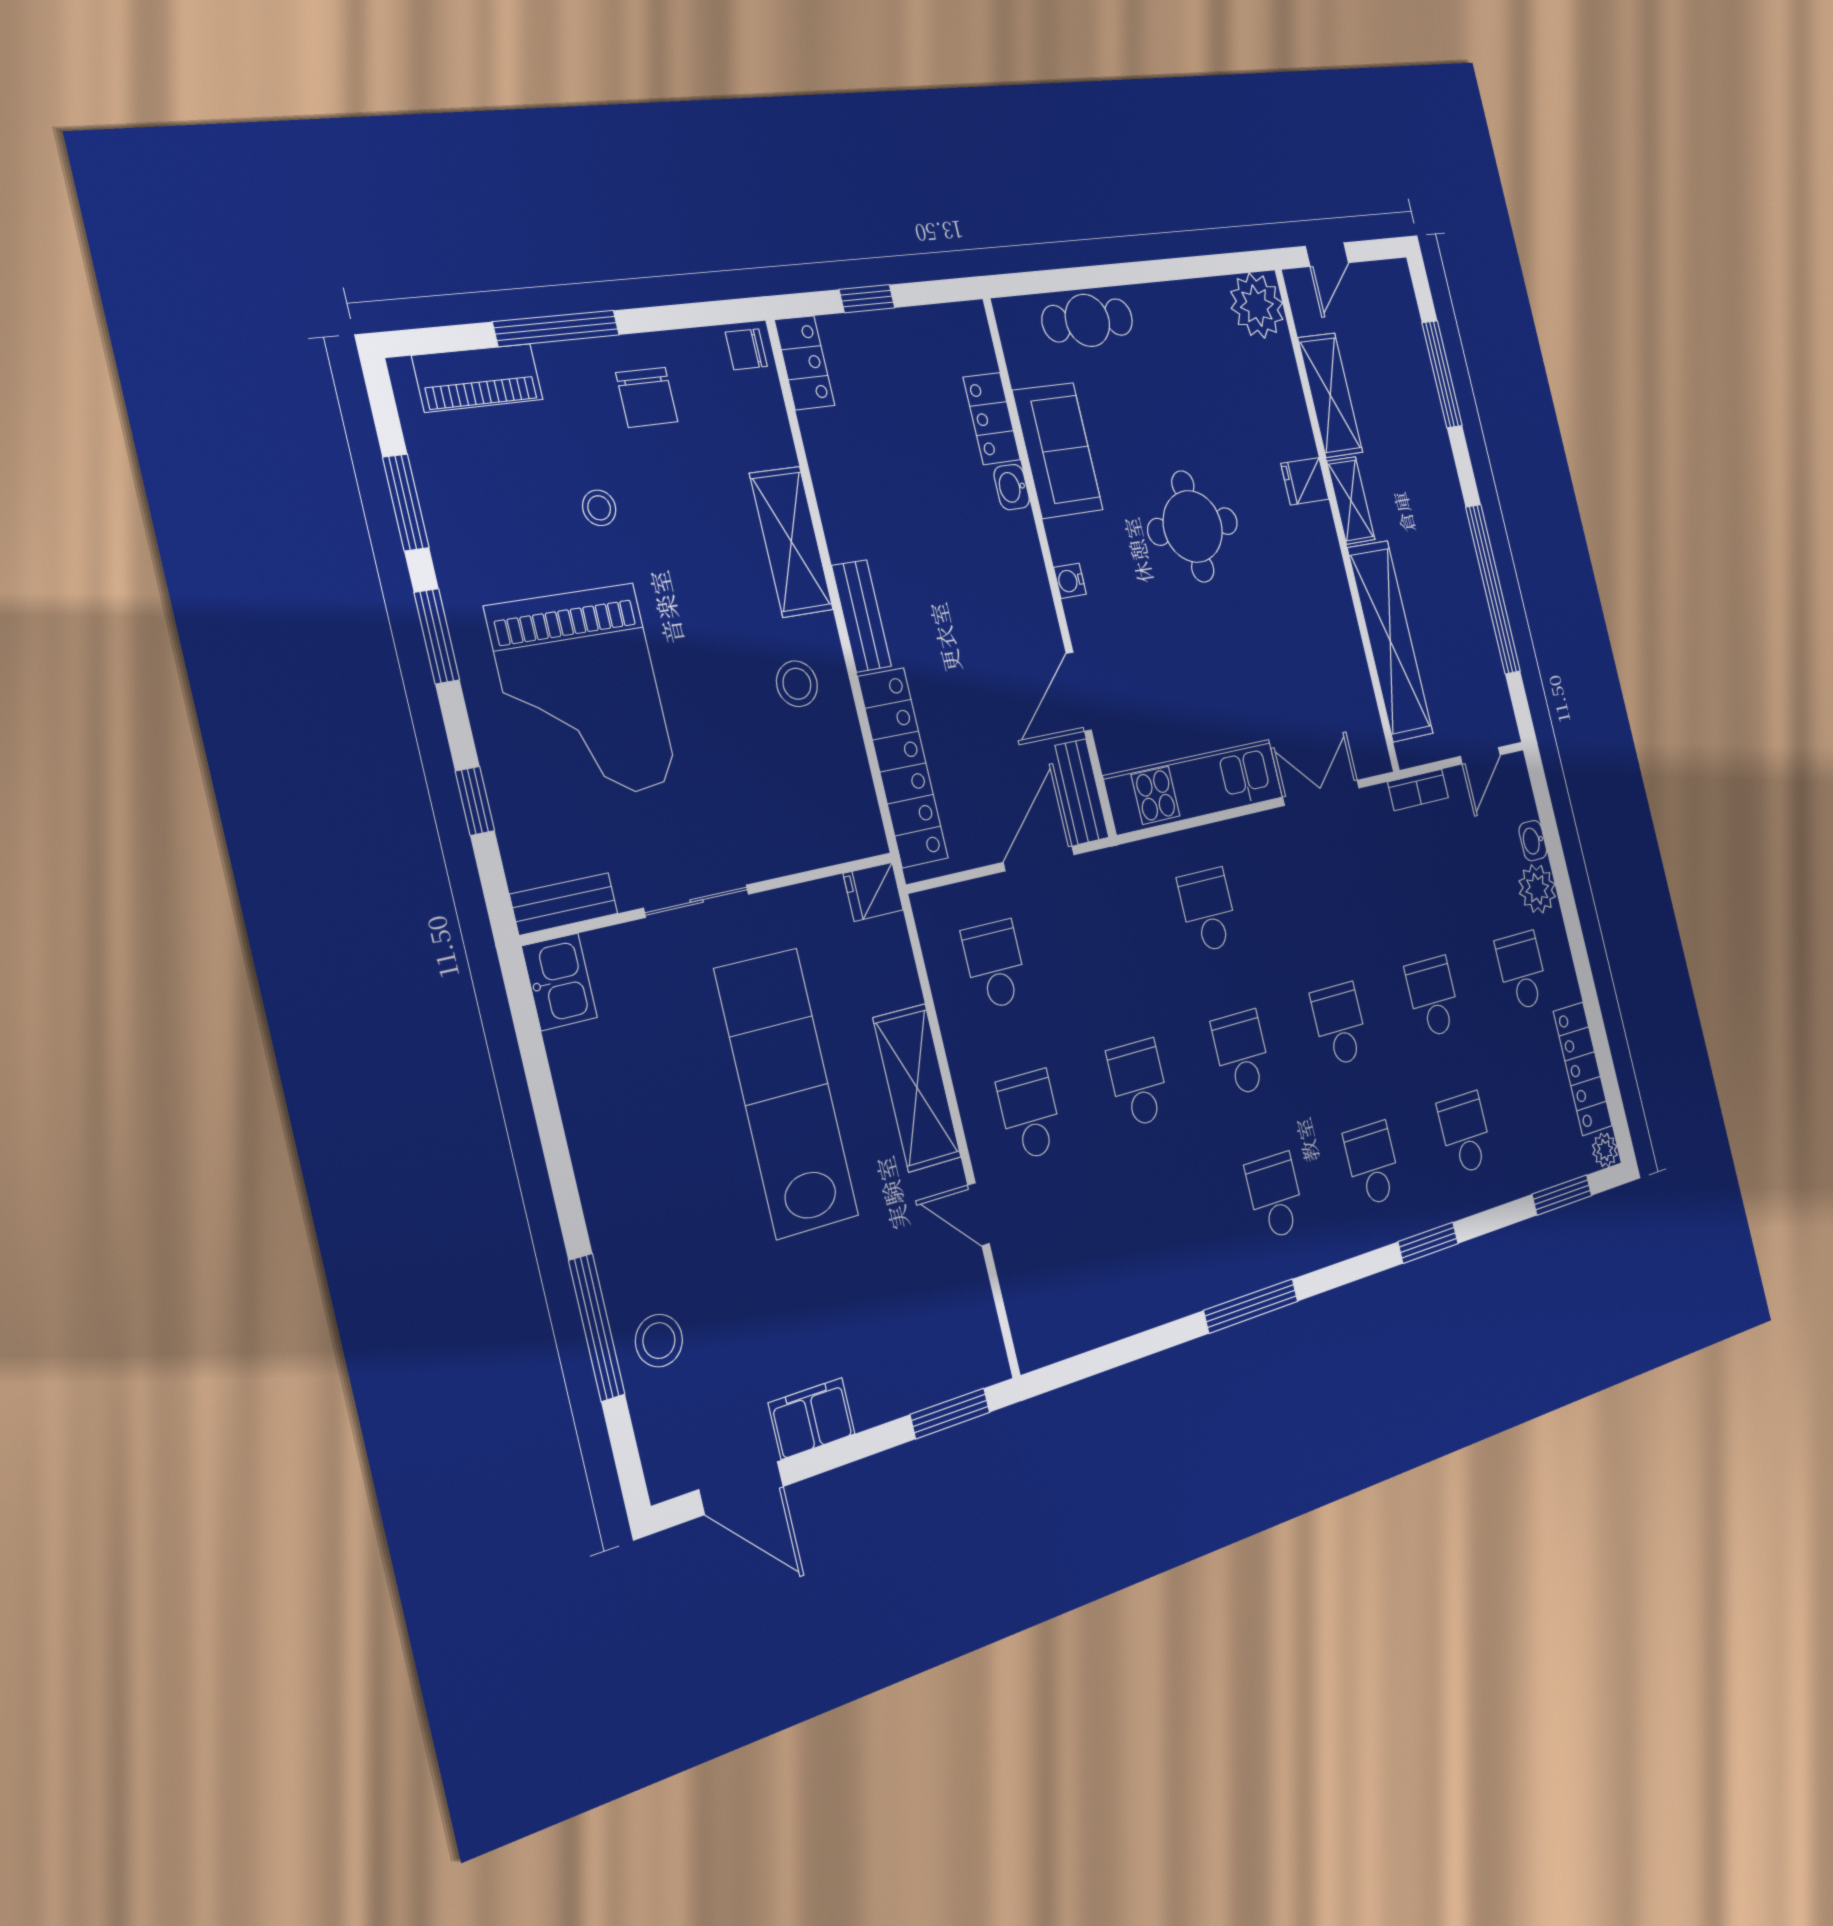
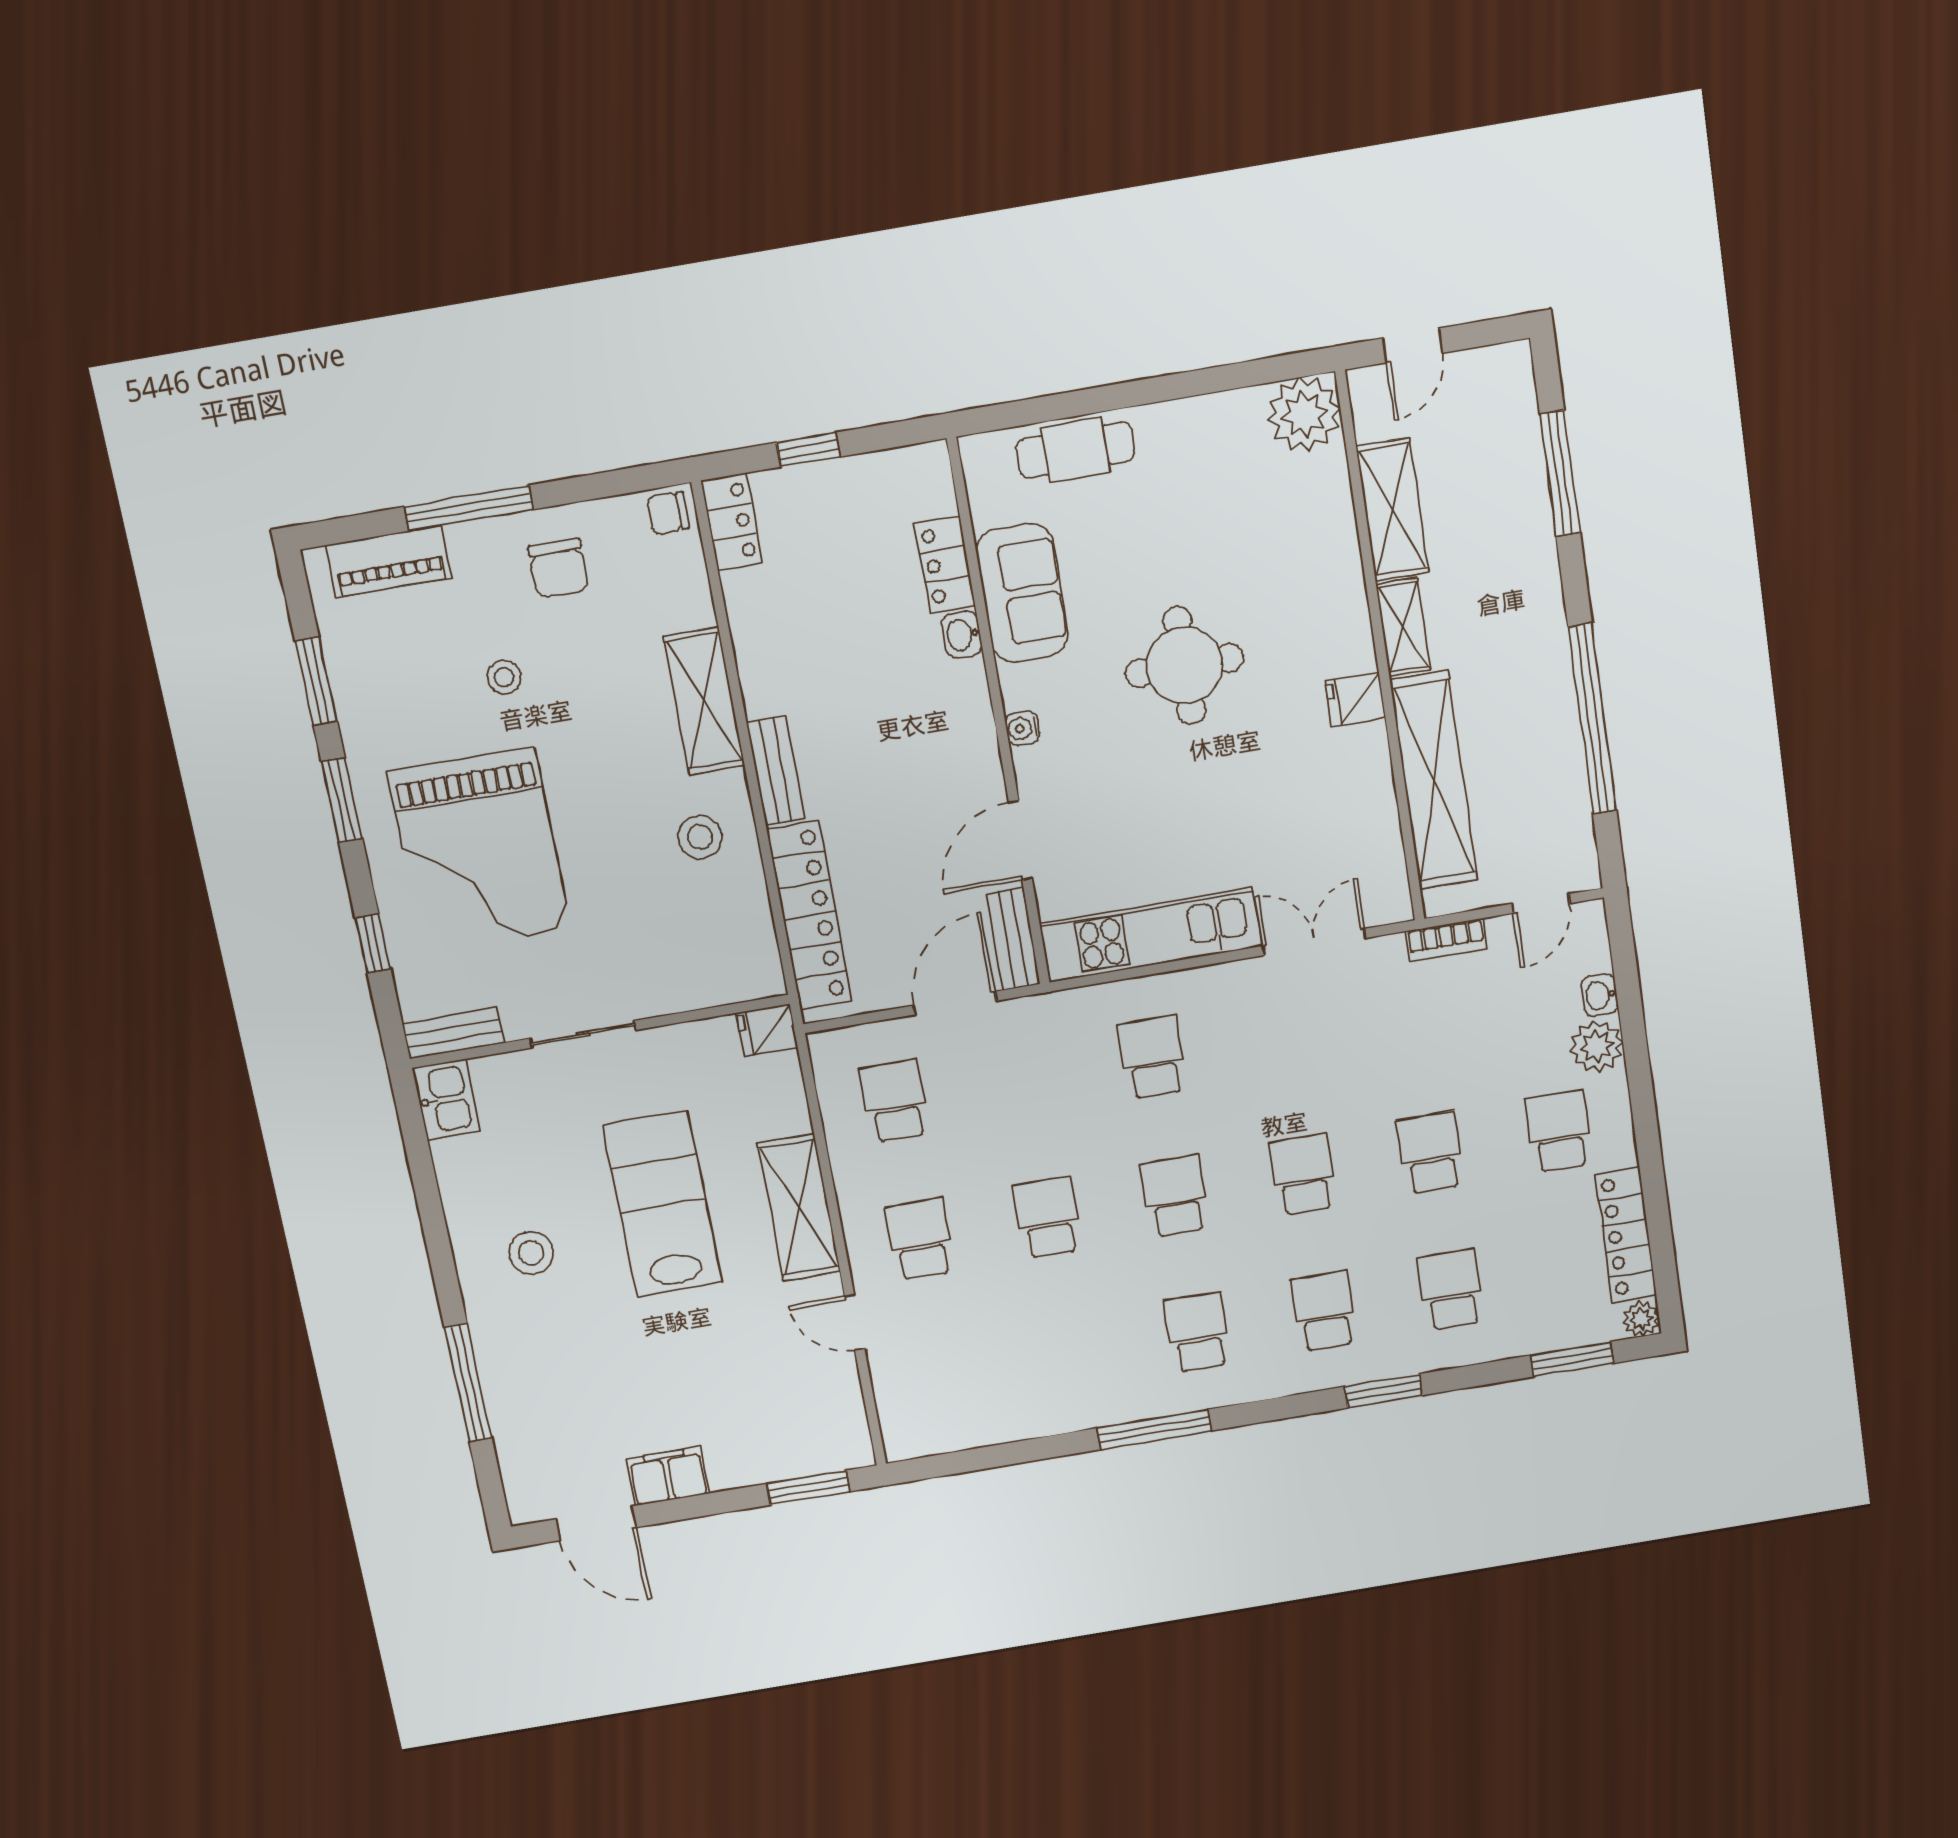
fridge: (1305, 481) -> (1355, 699), moved
lab bench: (786, 1093) -> (663, 1204), width x0.73
stool: (659, 1341) -> (531, 1253), moved

